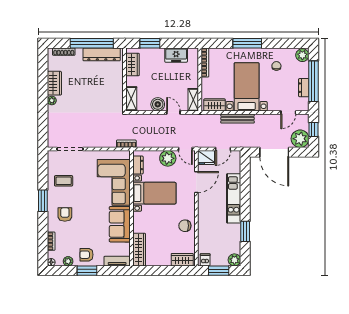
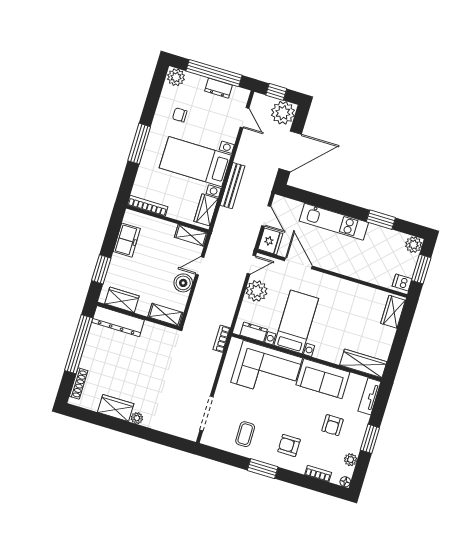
dresser: (102, 54) -> (118, 321), moved, turned 90
chair: (185, 226) -> (350, 295), removed
armchair: (86, 255) -> (332, 425), moved

